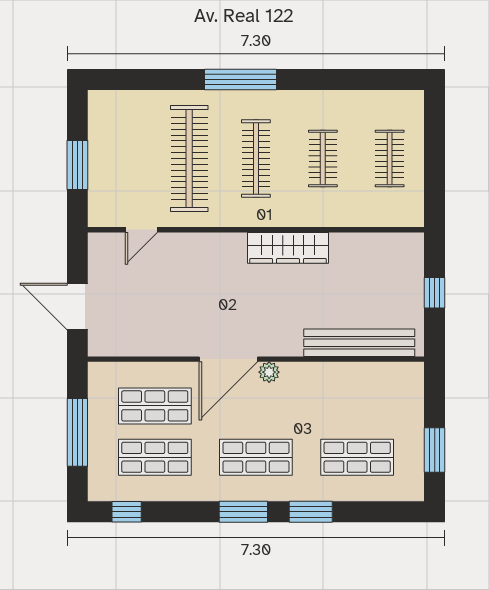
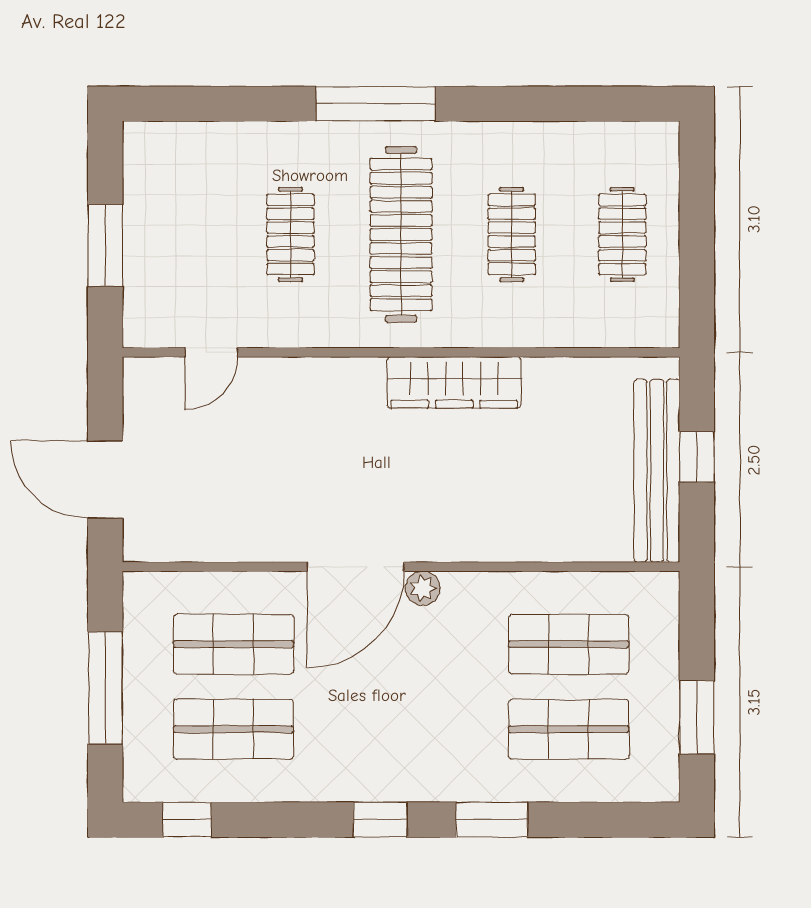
clothes rail: (189, 159) -> (290, 234), width x0.54, depth x0.76
clothes rail: (256, 159) -> (401, 234), width x1.37, depth x1.31
bench: (359, 343) -> (657, 471), moved, turned 90
shop shelf: (256, 457) -> (569, 644), moved
window: (243, 512) -> (380, 820), width x0.67

